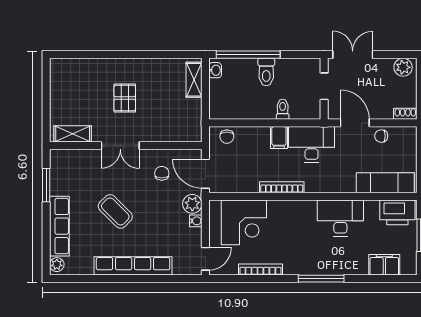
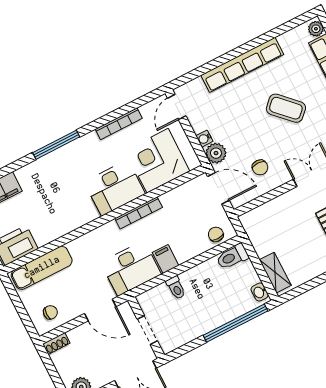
toilet: (266, 72) -> (232, 257), moved, turned -90
chair: (381, 136) -> (50, 312), moved
desk: (340, 218) -> (115, 188), moved

